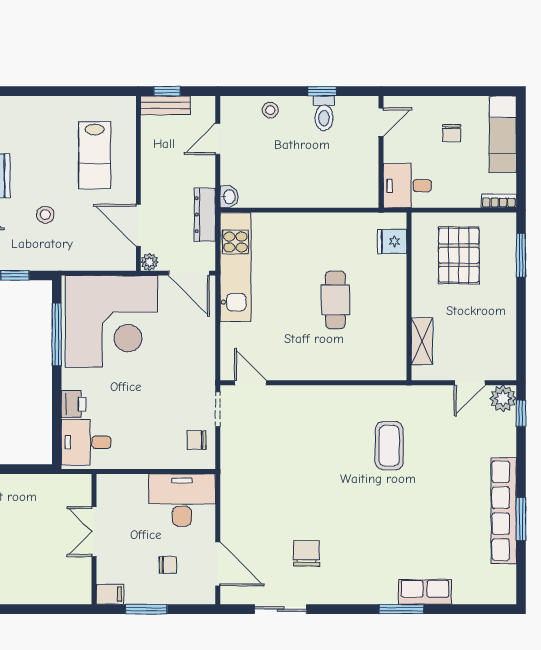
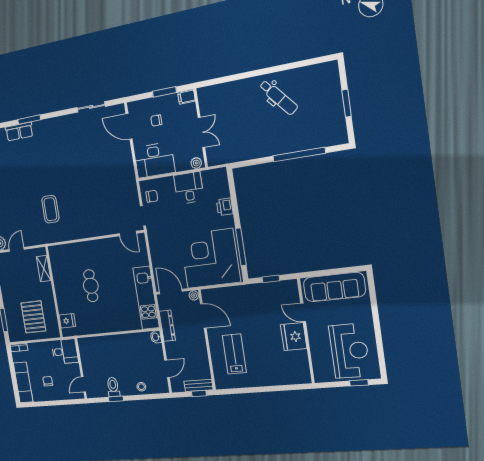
stool: (45, 215) -> (258, 317), removed
desk: (86, 442) -> (189, 188), moved, turned -90
plant: (110, 483) -> (196, 163), added
chair: (307, 553) -> (83, 141), removed

